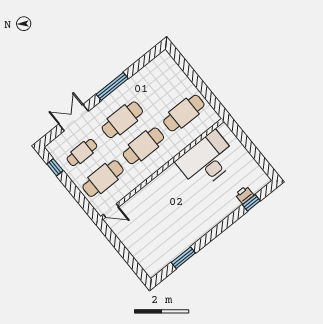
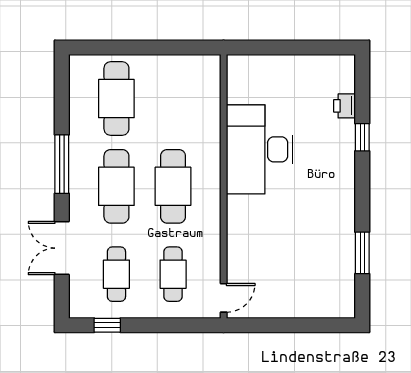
cafe table: (184, 113) -> (116, 99), moved
desk: (207, 160) -> (260, 149), moved
cafe table: (103, 179) -> (173, 274), width x0.73, depth x0.74
window: (251, 203) -> (362, 137), moved

